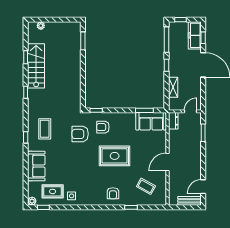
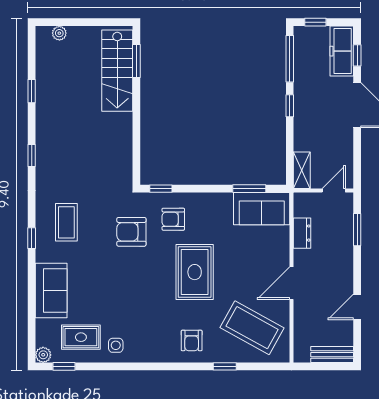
stairs: (36, 66) -> (117, 71), moved, turned 180
shelving: (173, 87) -> (302, 170), moved
dresser: (173, 121) -> (302, 233), moved
rug: (115, 156) -> (195, 272), turned 90
coffee table: (146, 186) -> (252, 328), width x1.86, depth x1.72
door: (203, 187) -> (357, 307), moved

